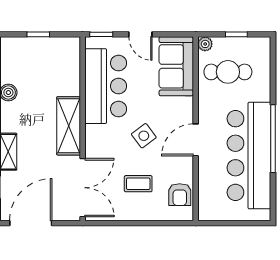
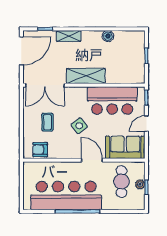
plant: (205, 44) -> (140, 184), moved
door: (196, 140) -> (92, 160), moved
door: (31, 223) -> (21, 51), hinge flipped

